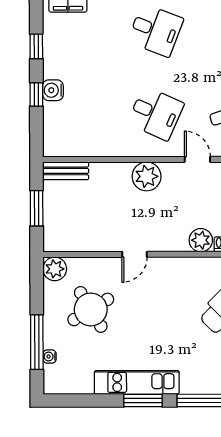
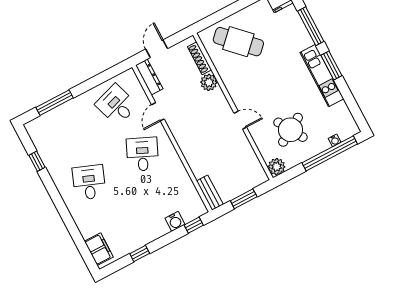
water cooler: (53, 90) -> (175, 221), moved
window: (36, 95) -> (194, 225), moved
plant: (147, 176) -> (186, 139), removed
window: (37, 342) -> (330, 153), width x1.46

